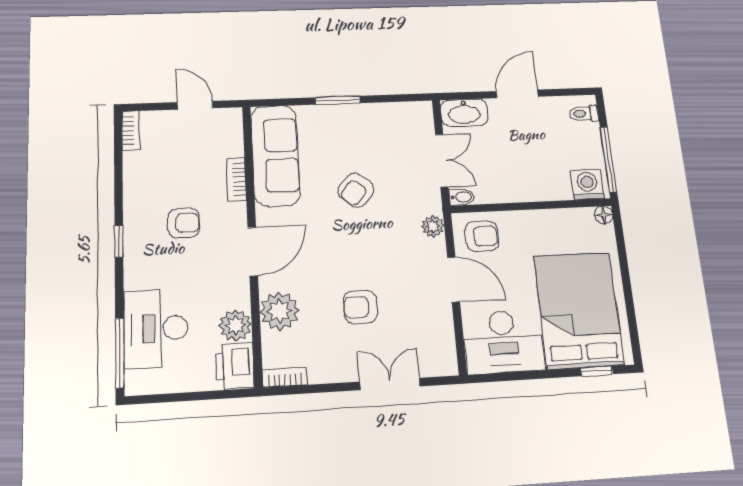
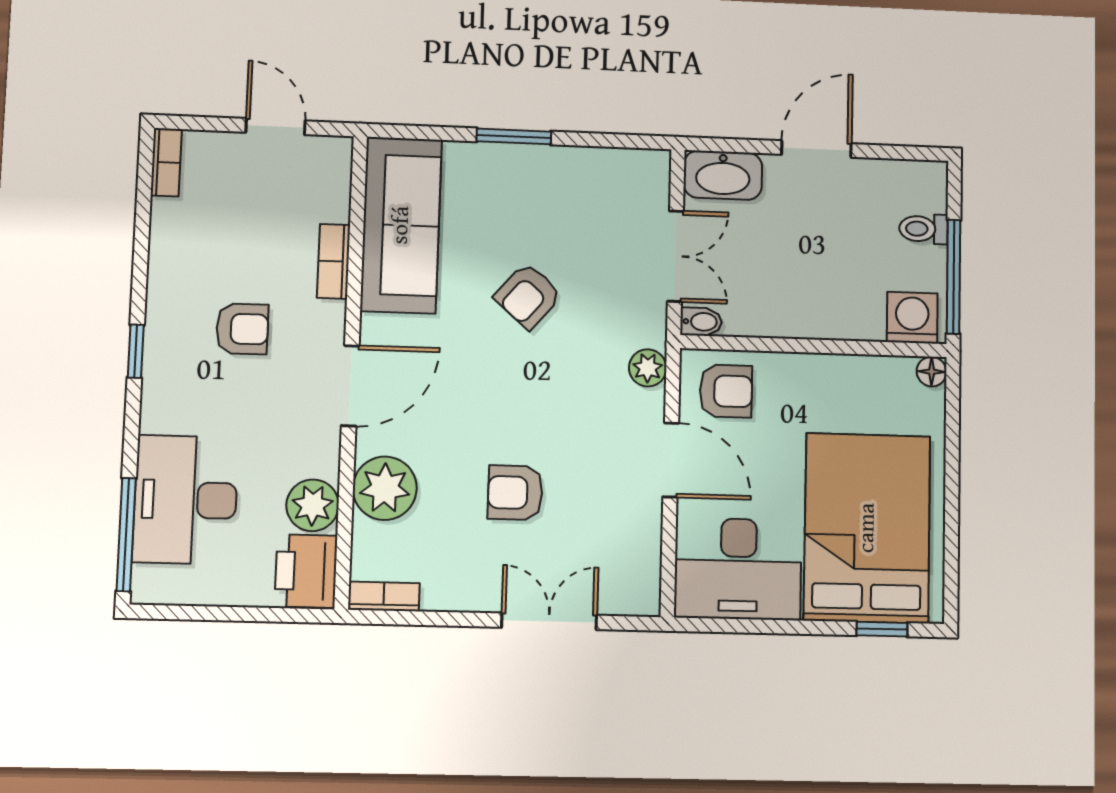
toilet: (584, 114) -> (924, 229), moved

